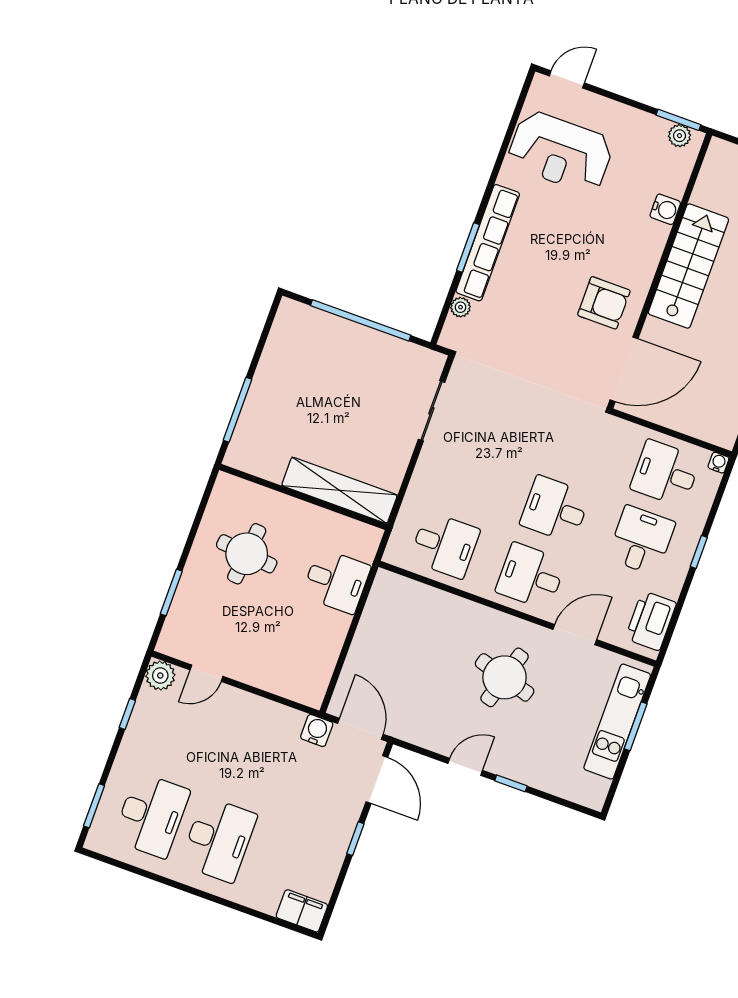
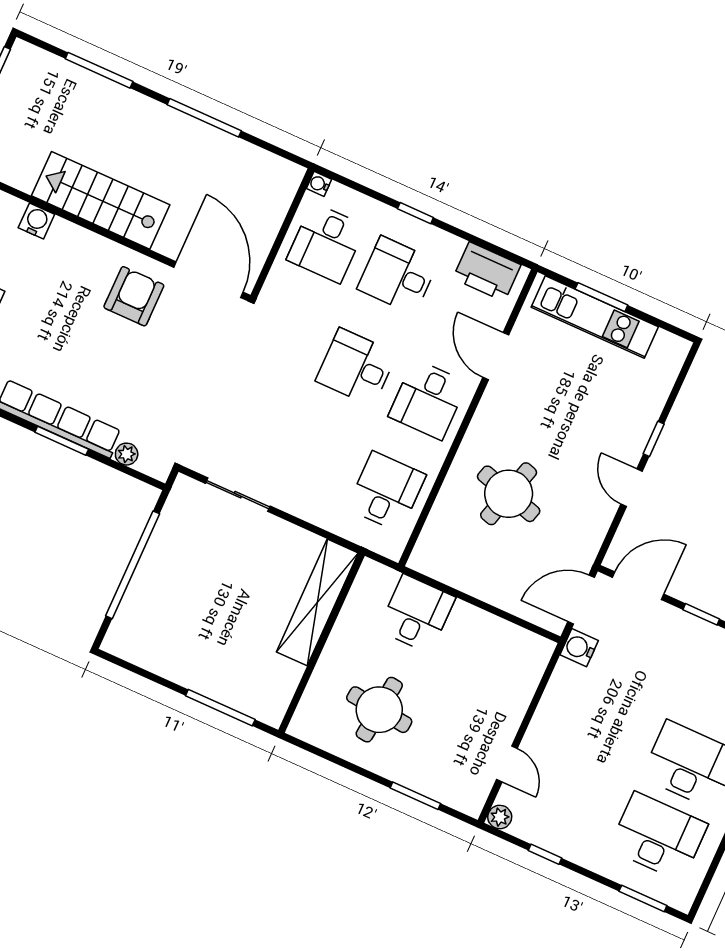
desk: (555, 509) -> (356, 367), turned 90
plant: (160, 675) -> (500, 817), width x0.73, depth x0.73
round table: (505, 677) -> (509, 494), moved

